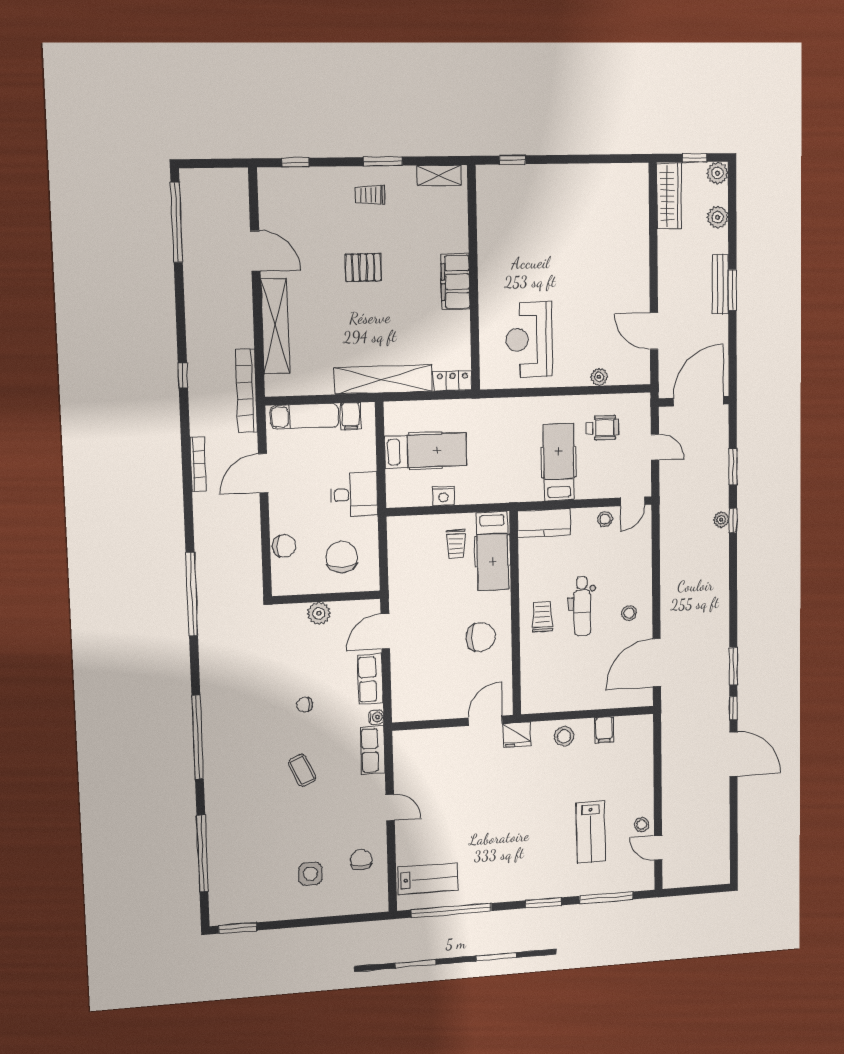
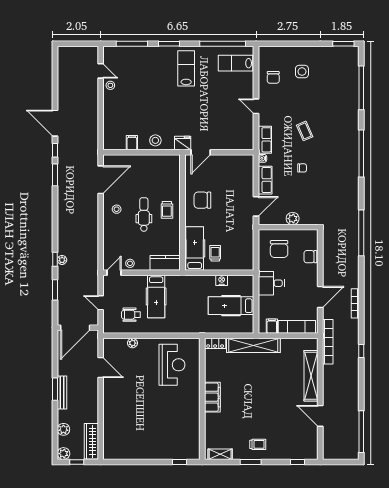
pallet: (363, 267) -> (263, 406), removed
lab bench: (591, 832) -> (186, 68), moved

